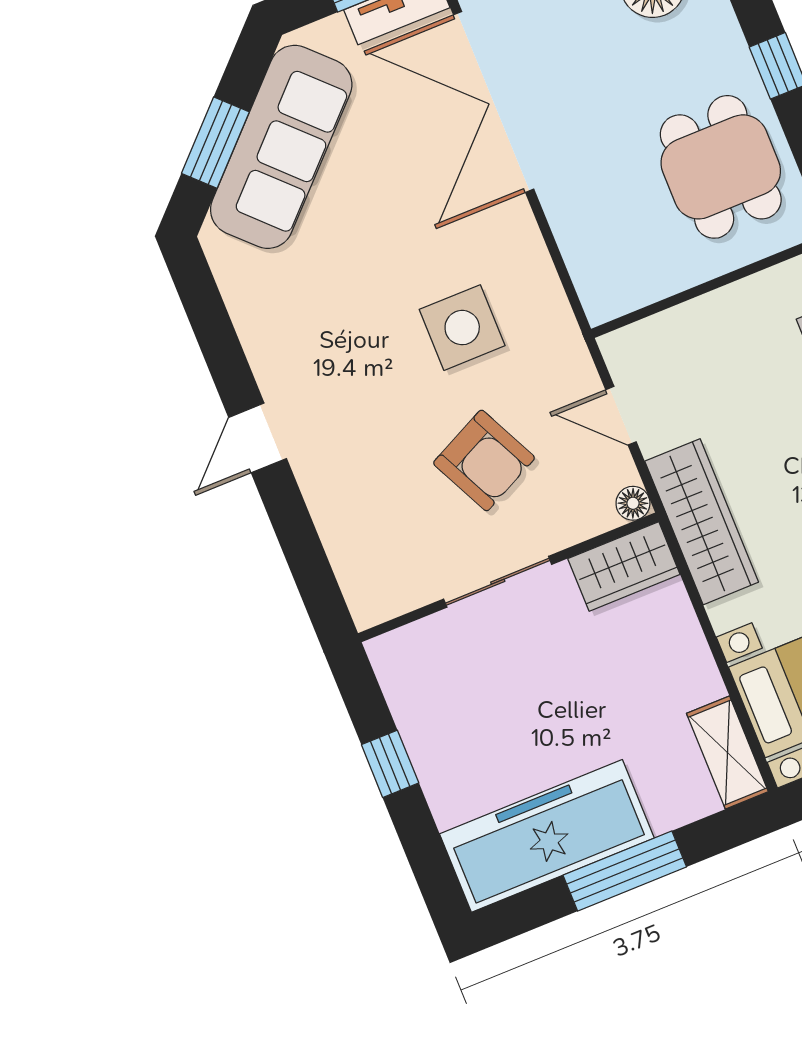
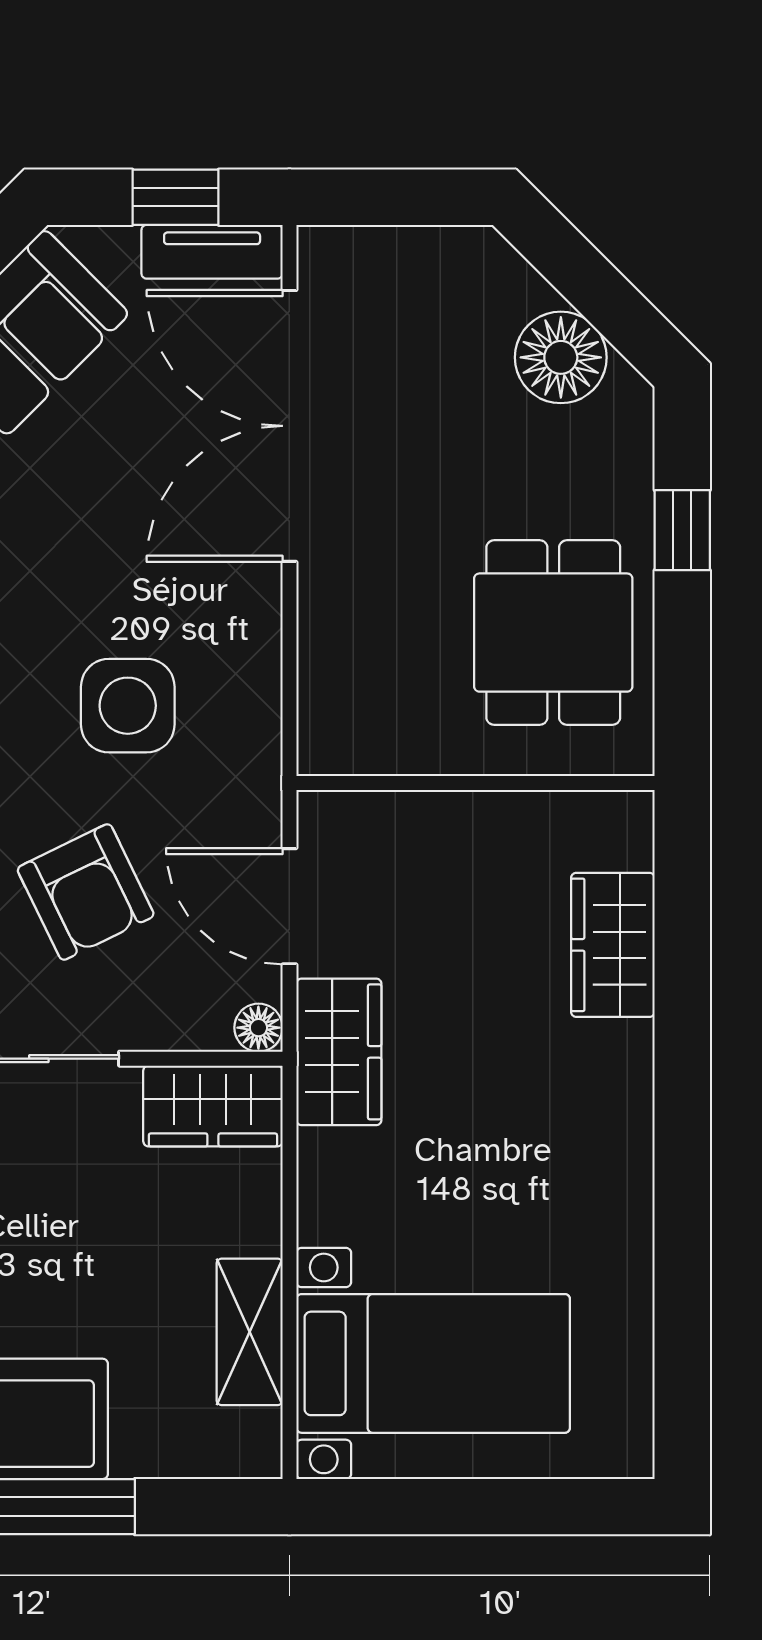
door: (621, 416) -> (289, 906), width x1.38
wardrobe: (702, 522) -> (339, 1052), width x0.67
shelving: (727, 753) -> (250, 1332), moved

